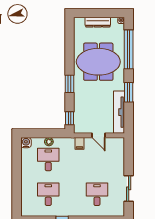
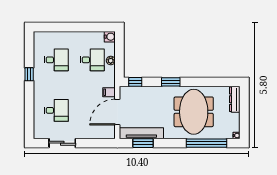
dresser: (98, 22) -> (235, 99), moved
window: (129, 92) -> (143, 143), moved
door: (99, 135) -> (117, 112), width x1.88

